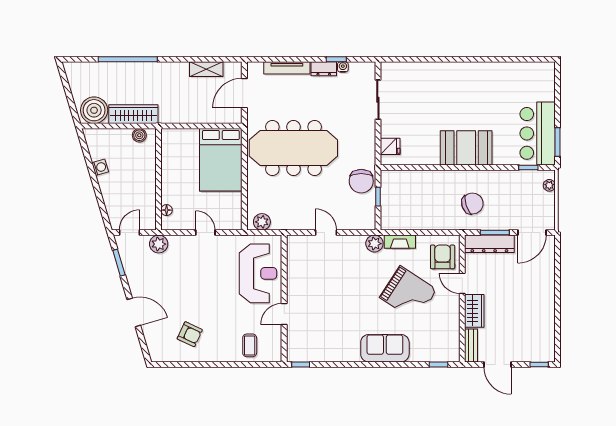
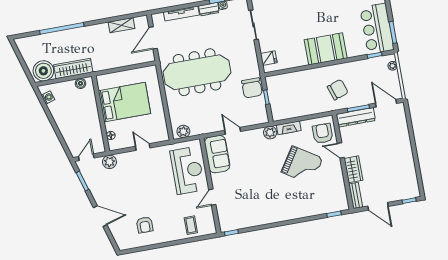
bed: (221, 160) -> (125, 102), moved, turned -90
washing machine: (100, 167) -> (48, 97), moved
door: (532, 233) -> (386, 103), swing flipped
armchair: (190, 334) -> (145, 225), turned 65
sofa: (385, 348) -> (217, 154), moved, turned 90

